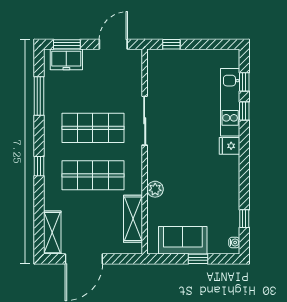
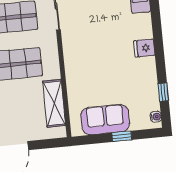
fridge: (229, 146) -> (144, 48), moved
plant: (155, 189) -> (73, 72), removed

